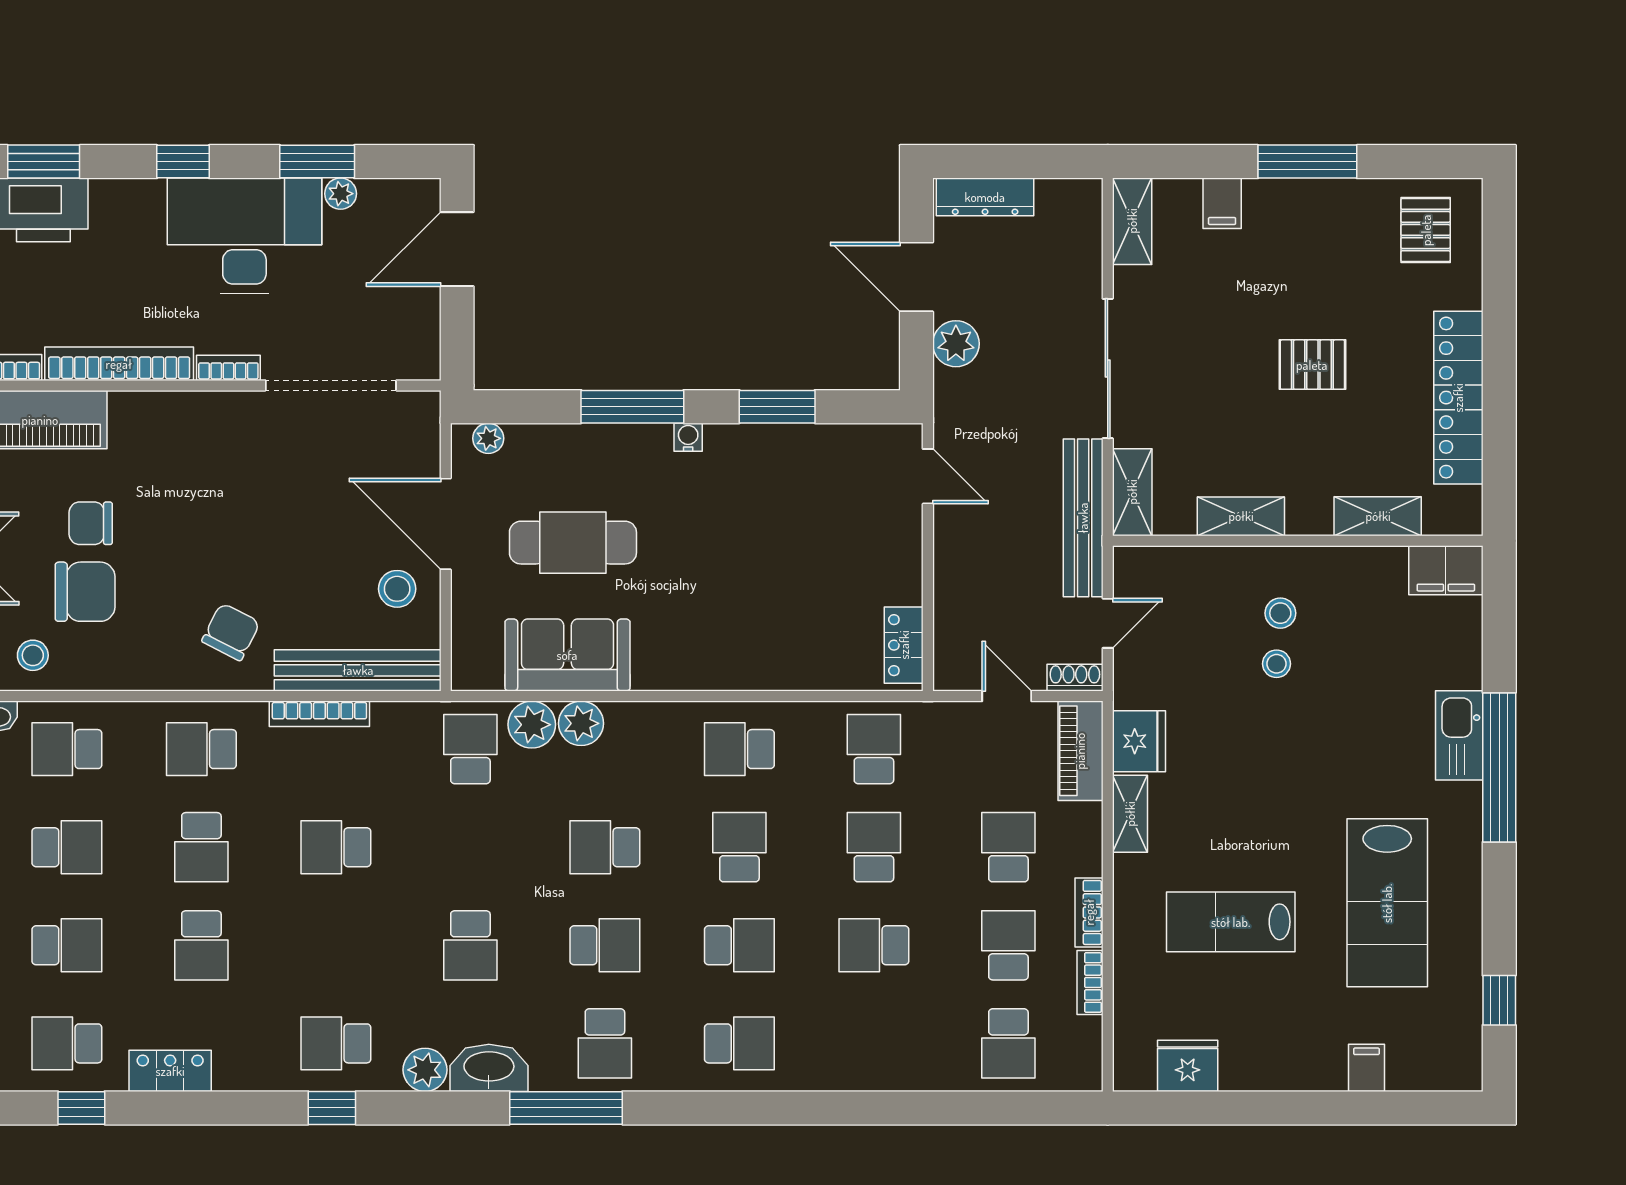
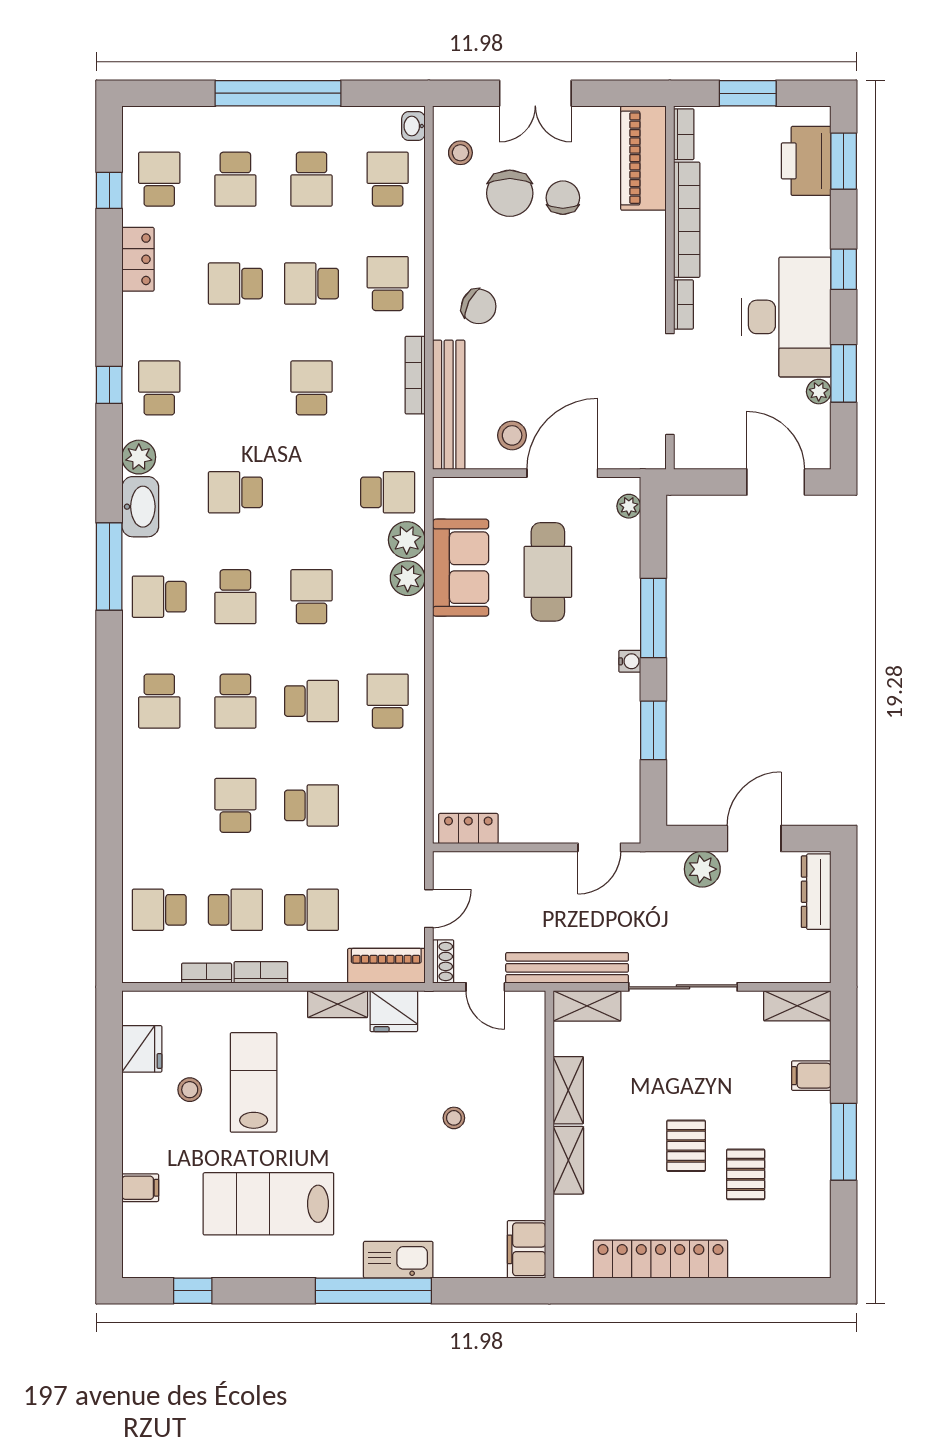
pallet: (1426, 230) -> (746, 1174), moved, turned 90
shelving: (1378, 516) -> (568, 1160), moved
stool: (1280, 613) -> (190, 1090), moved
school desk: (874, 749) -> (388, 805), removed

